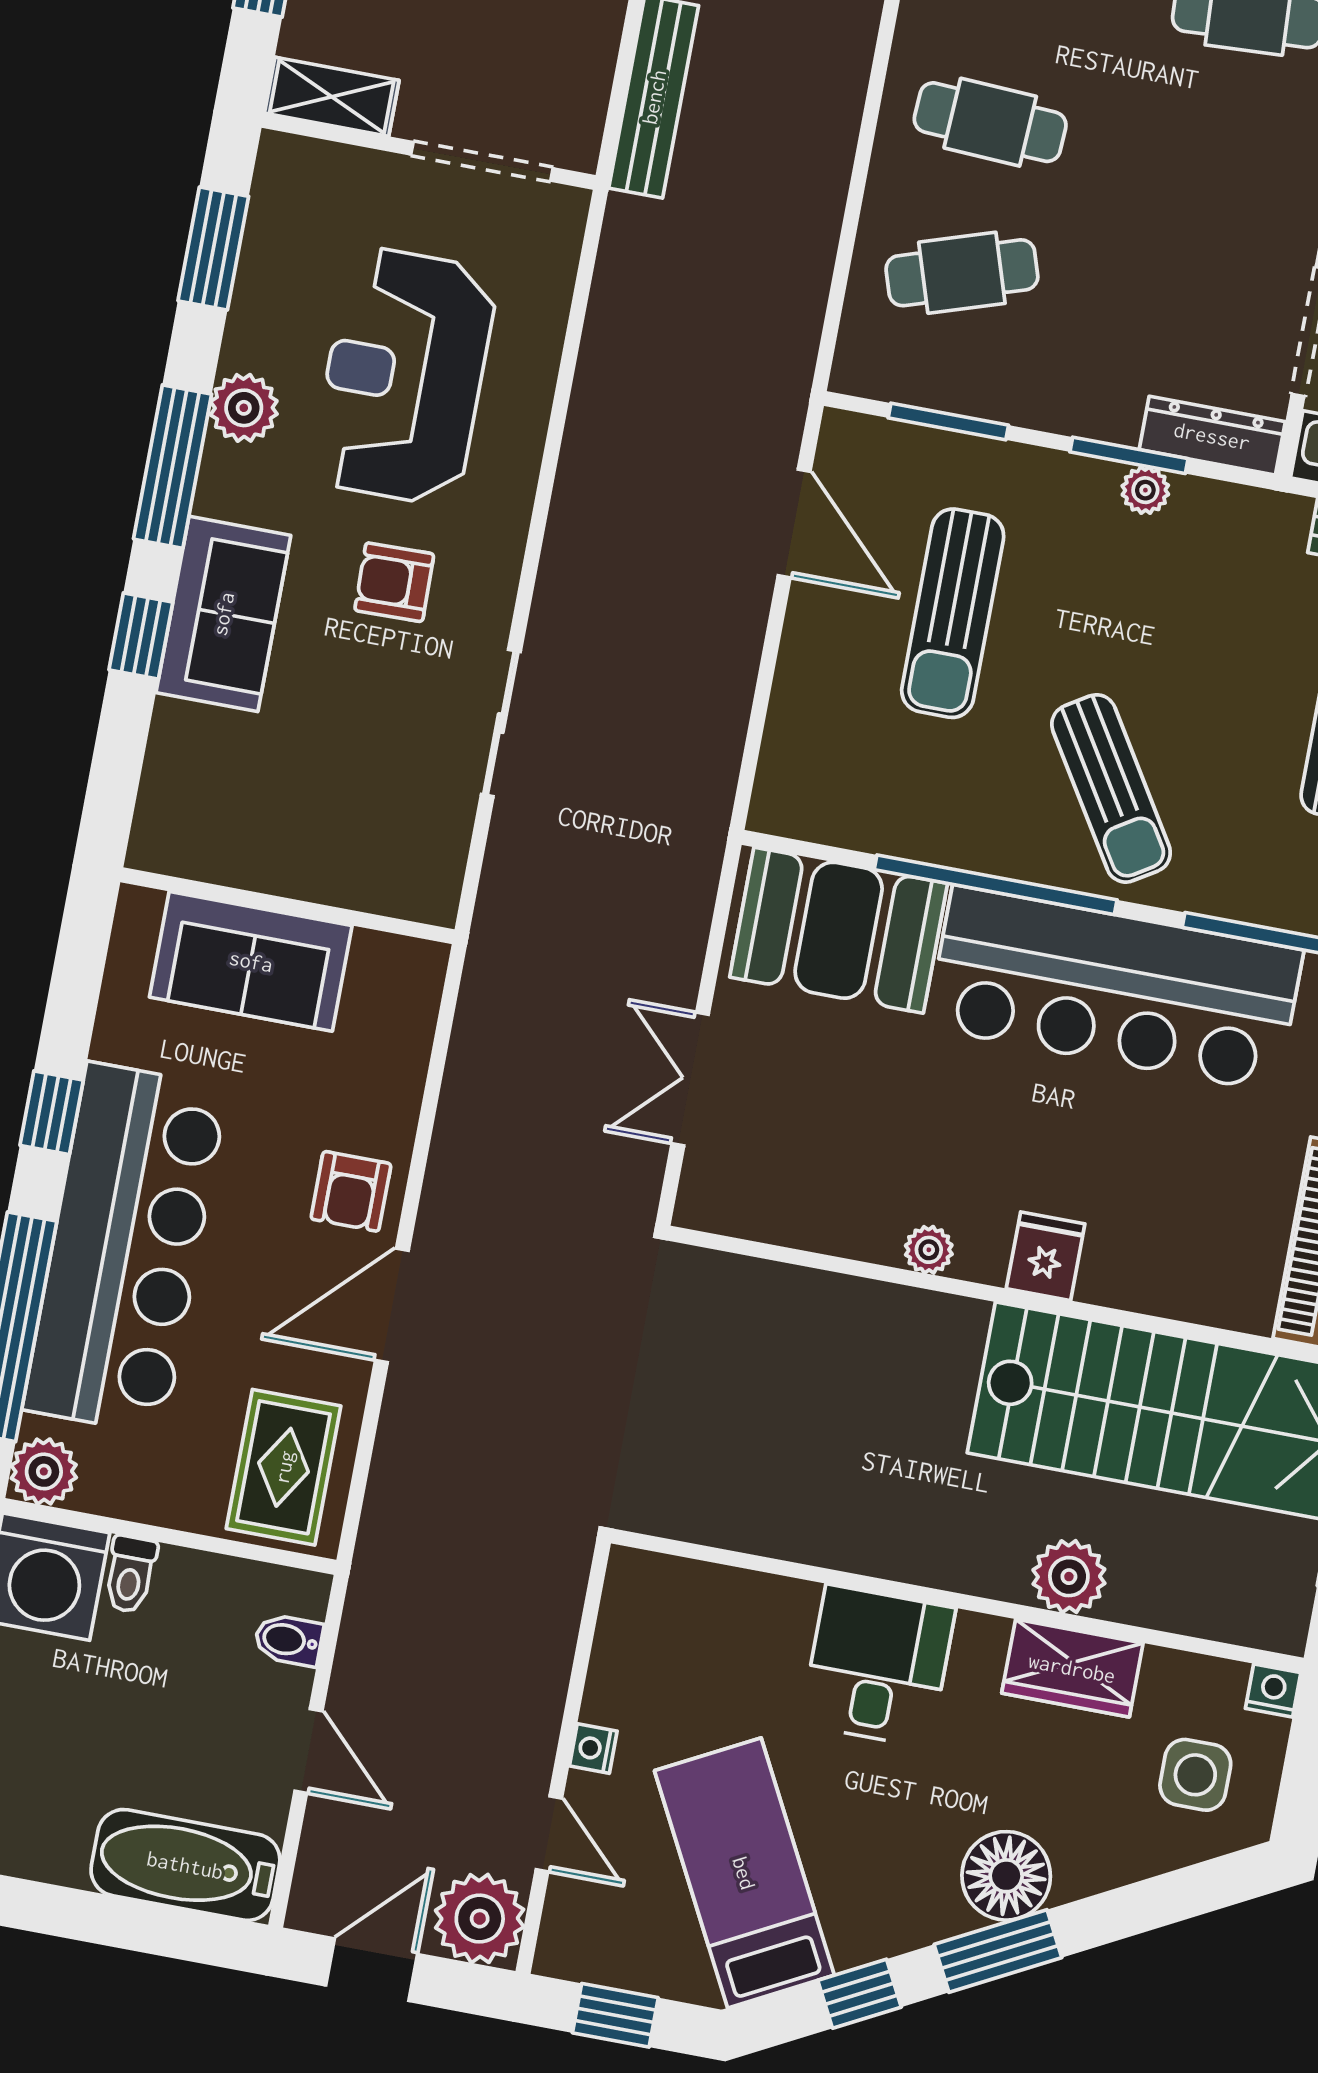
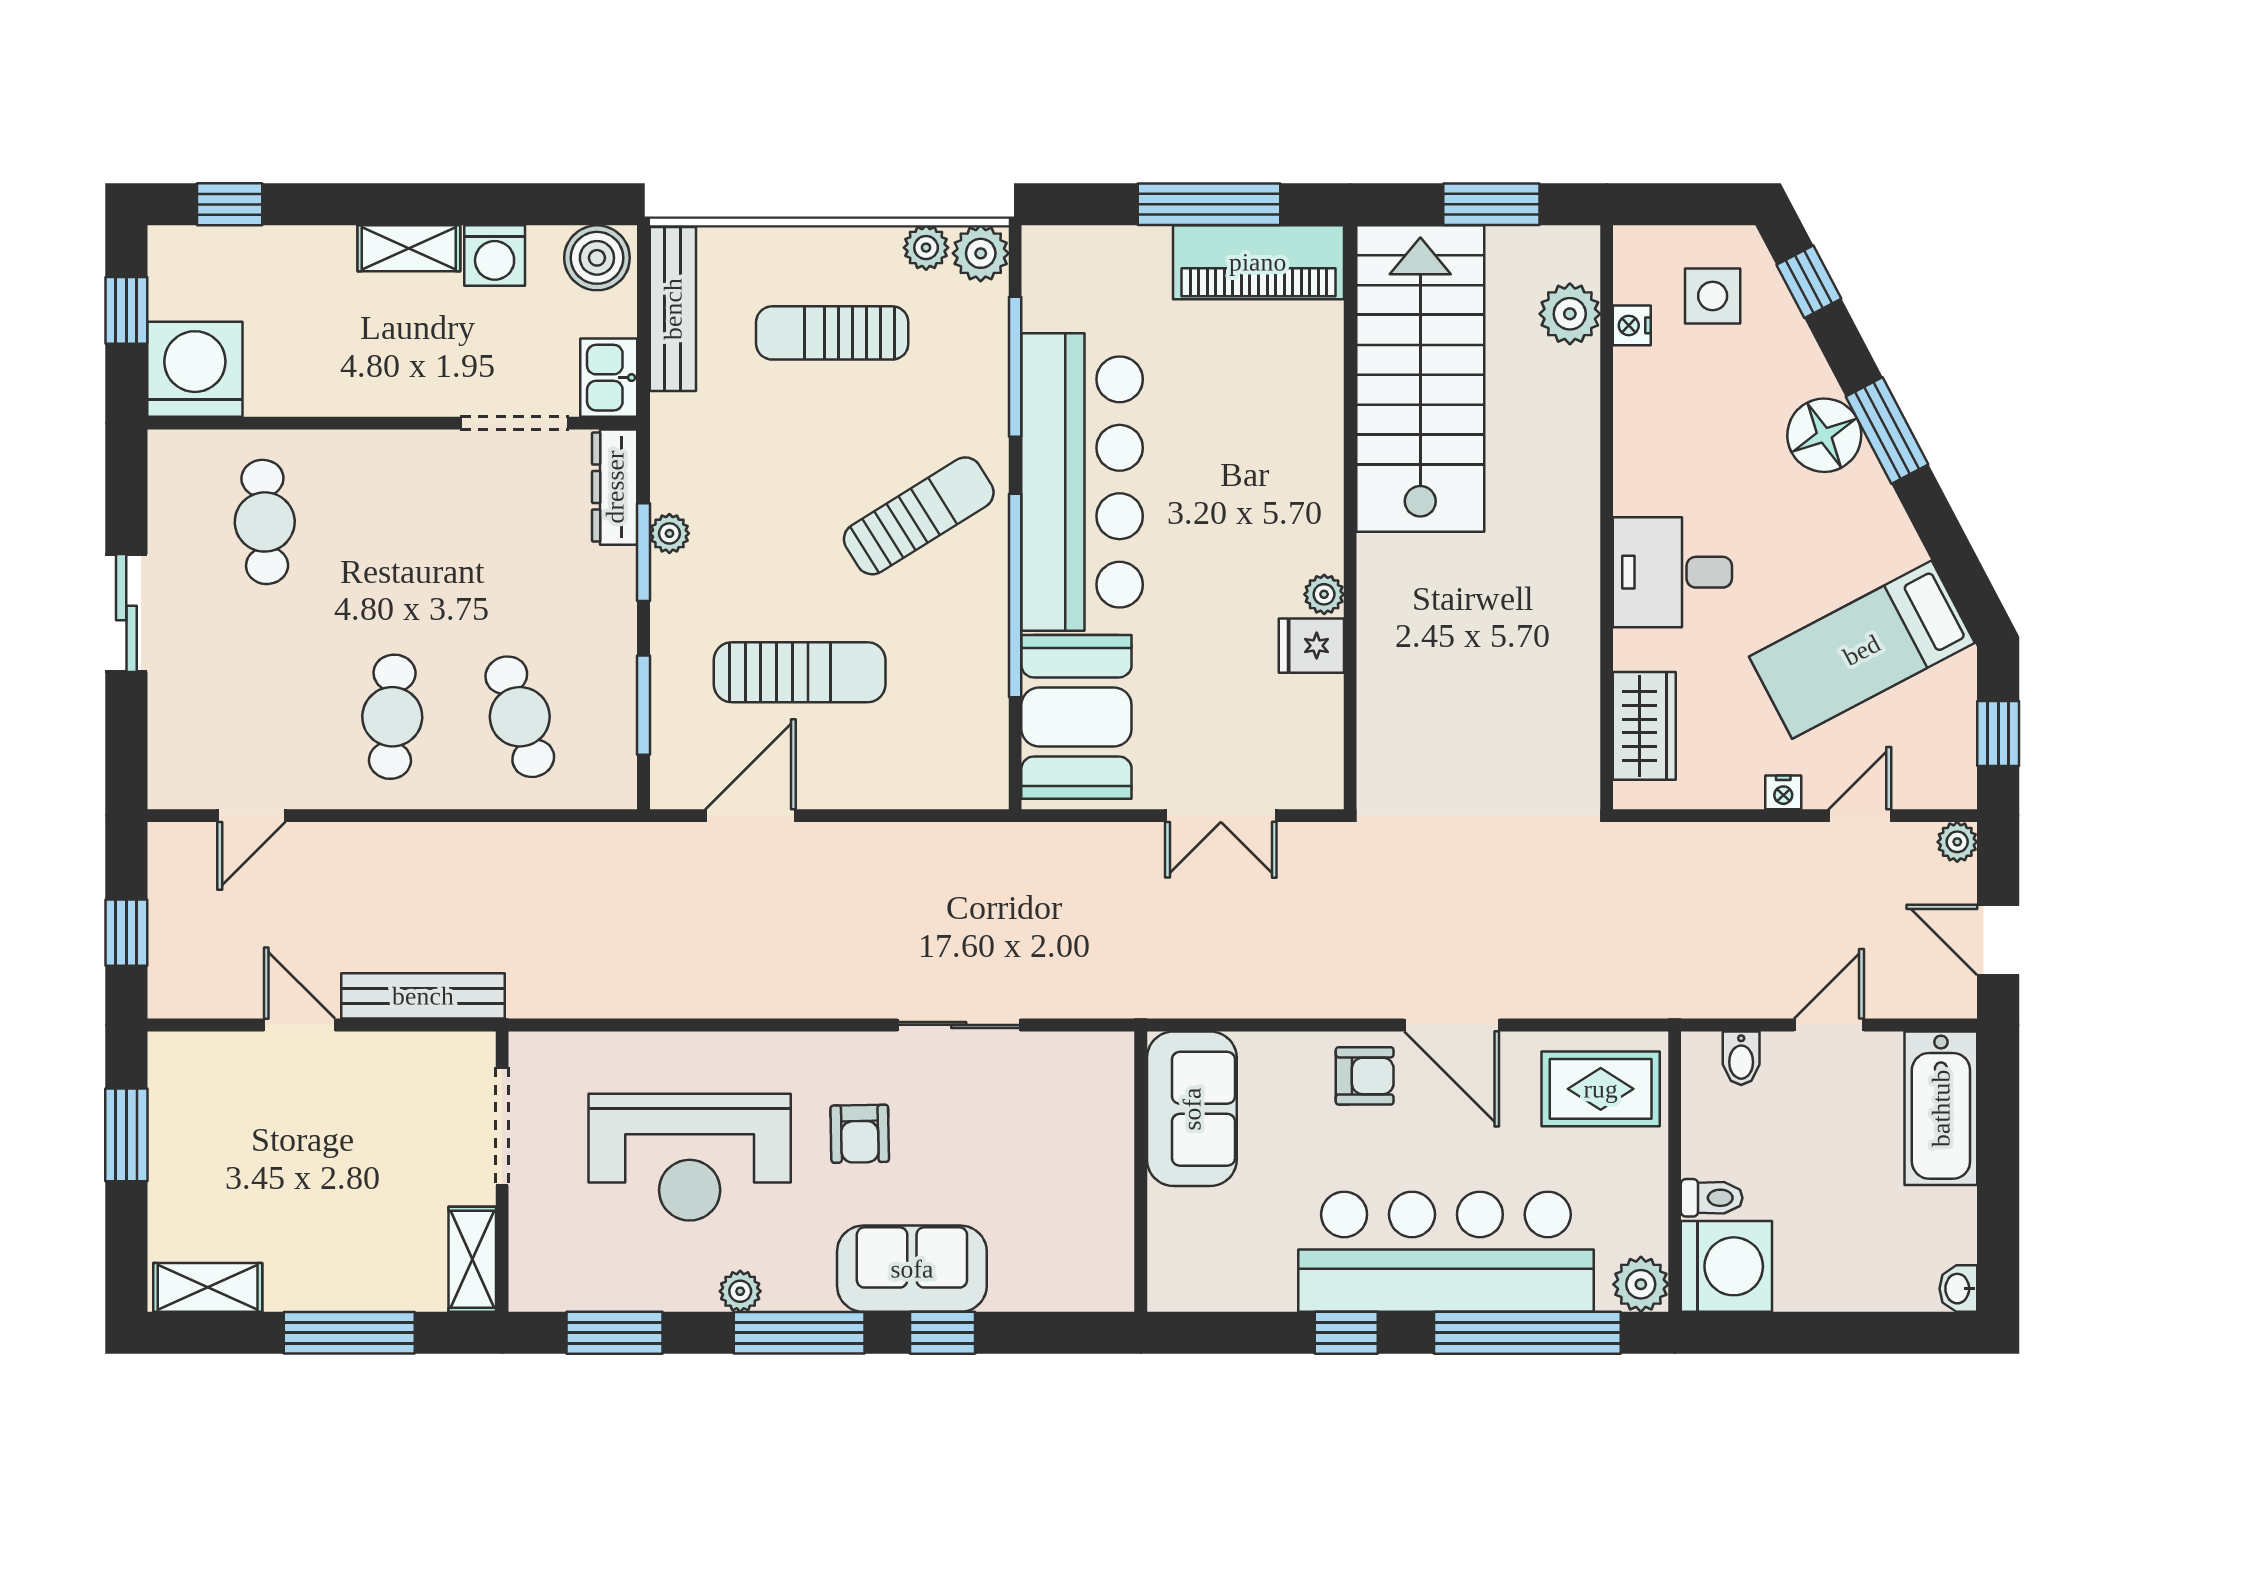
plant: (244, 408) -> (740, 1291), width x0.73, depth x0.73
sofa: (251, 961) -> (1192, 1109), moved
fridge: (1046, 1256) -> (1311, 646), moved
plant: (1069, 1577) -> (1570, 314), moved
wardrobe: (1072, 1668) -> (1644, 726), moved
nightstand: (1273, 1690) -> (1632, 325), moved
plant: (480, 1919) -> (1957, 842), width x0.53, depth x0.53
window: (860, 1994) -> (1809, 282), moved

